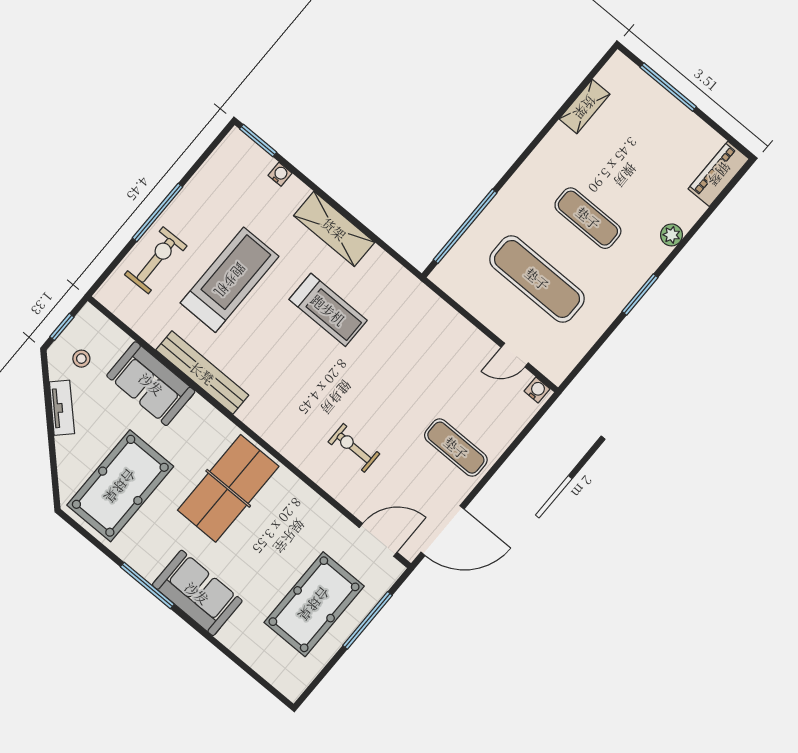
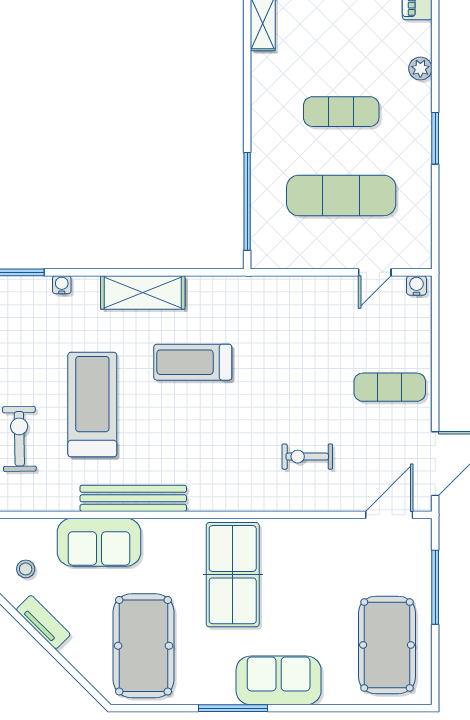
treadmill: (328, 310) -> (193, 362), turned 180
pool table: (314, 604) -> (387, 645), moved

